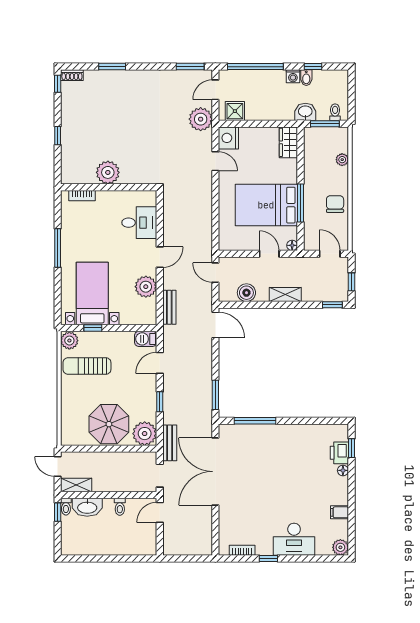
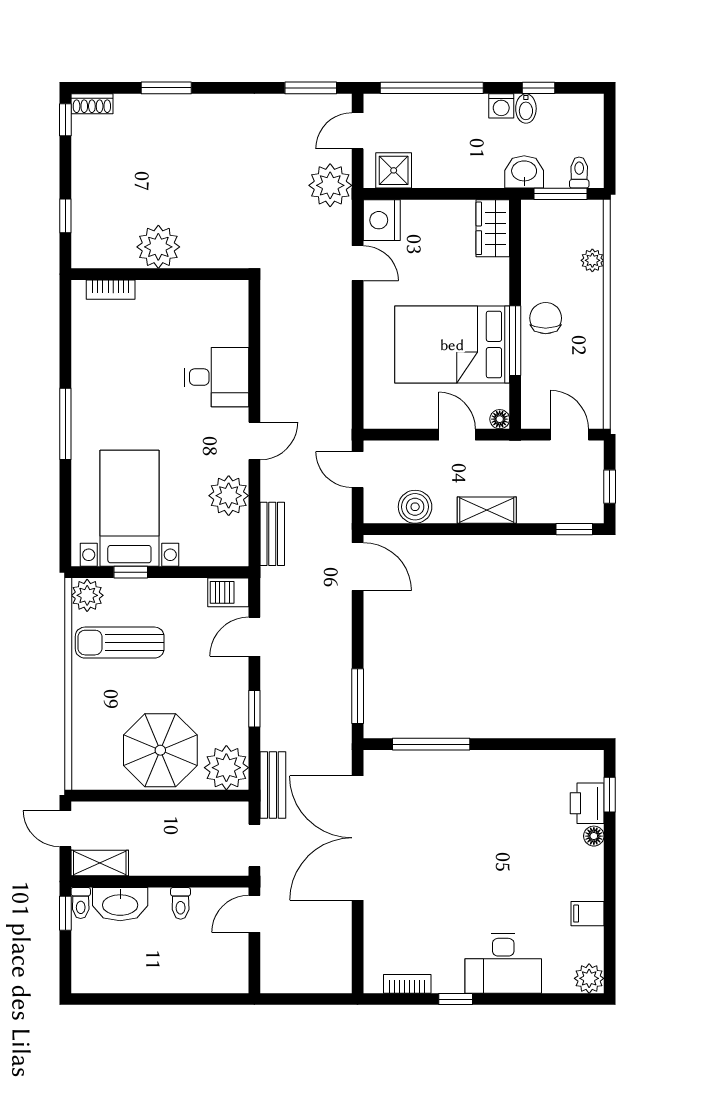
plant: (108, 172) -> (158, 247), moved
wall: (109, 187) -> (160, 274), moved
bookcase: (82, 196) -> (111, 290), moved
chair: (335, 204) -> (546, 318), moved

